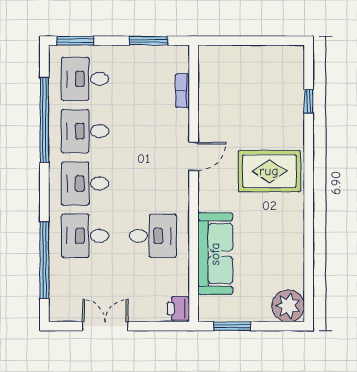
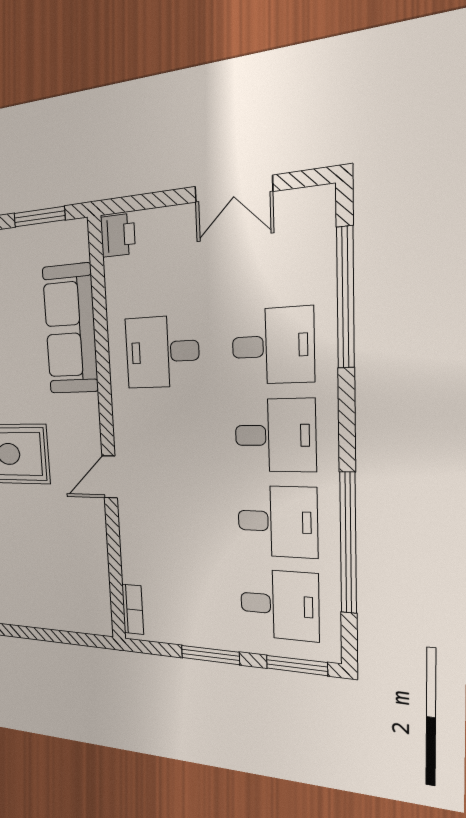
window: (149, 41) -> (210, 655), moved
bookcase: (182, 91) -> (133, 609), moved

